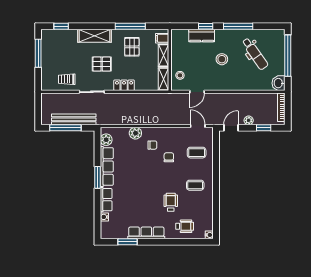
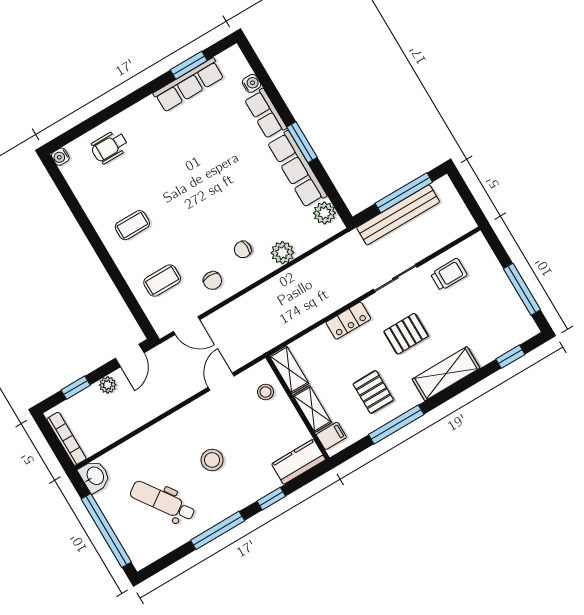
kitchen counter: (202, 35) -> (299, 462), moved
chair: (169, 157) -> (212, 281), moved
wheelchair: (171, 202) -> (156, 173), removed
row of seats: (146, 233) -> (189, 85), moved

